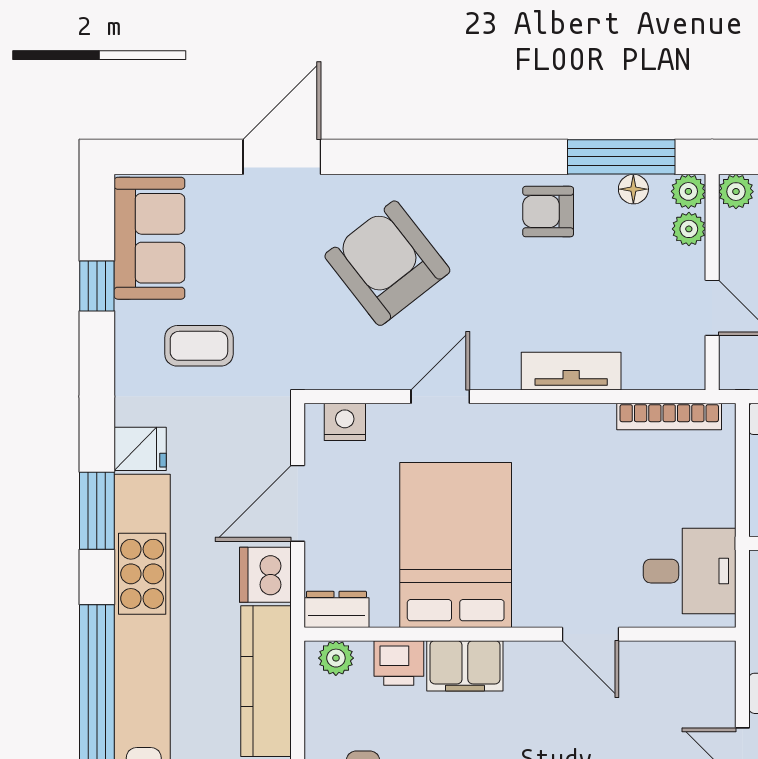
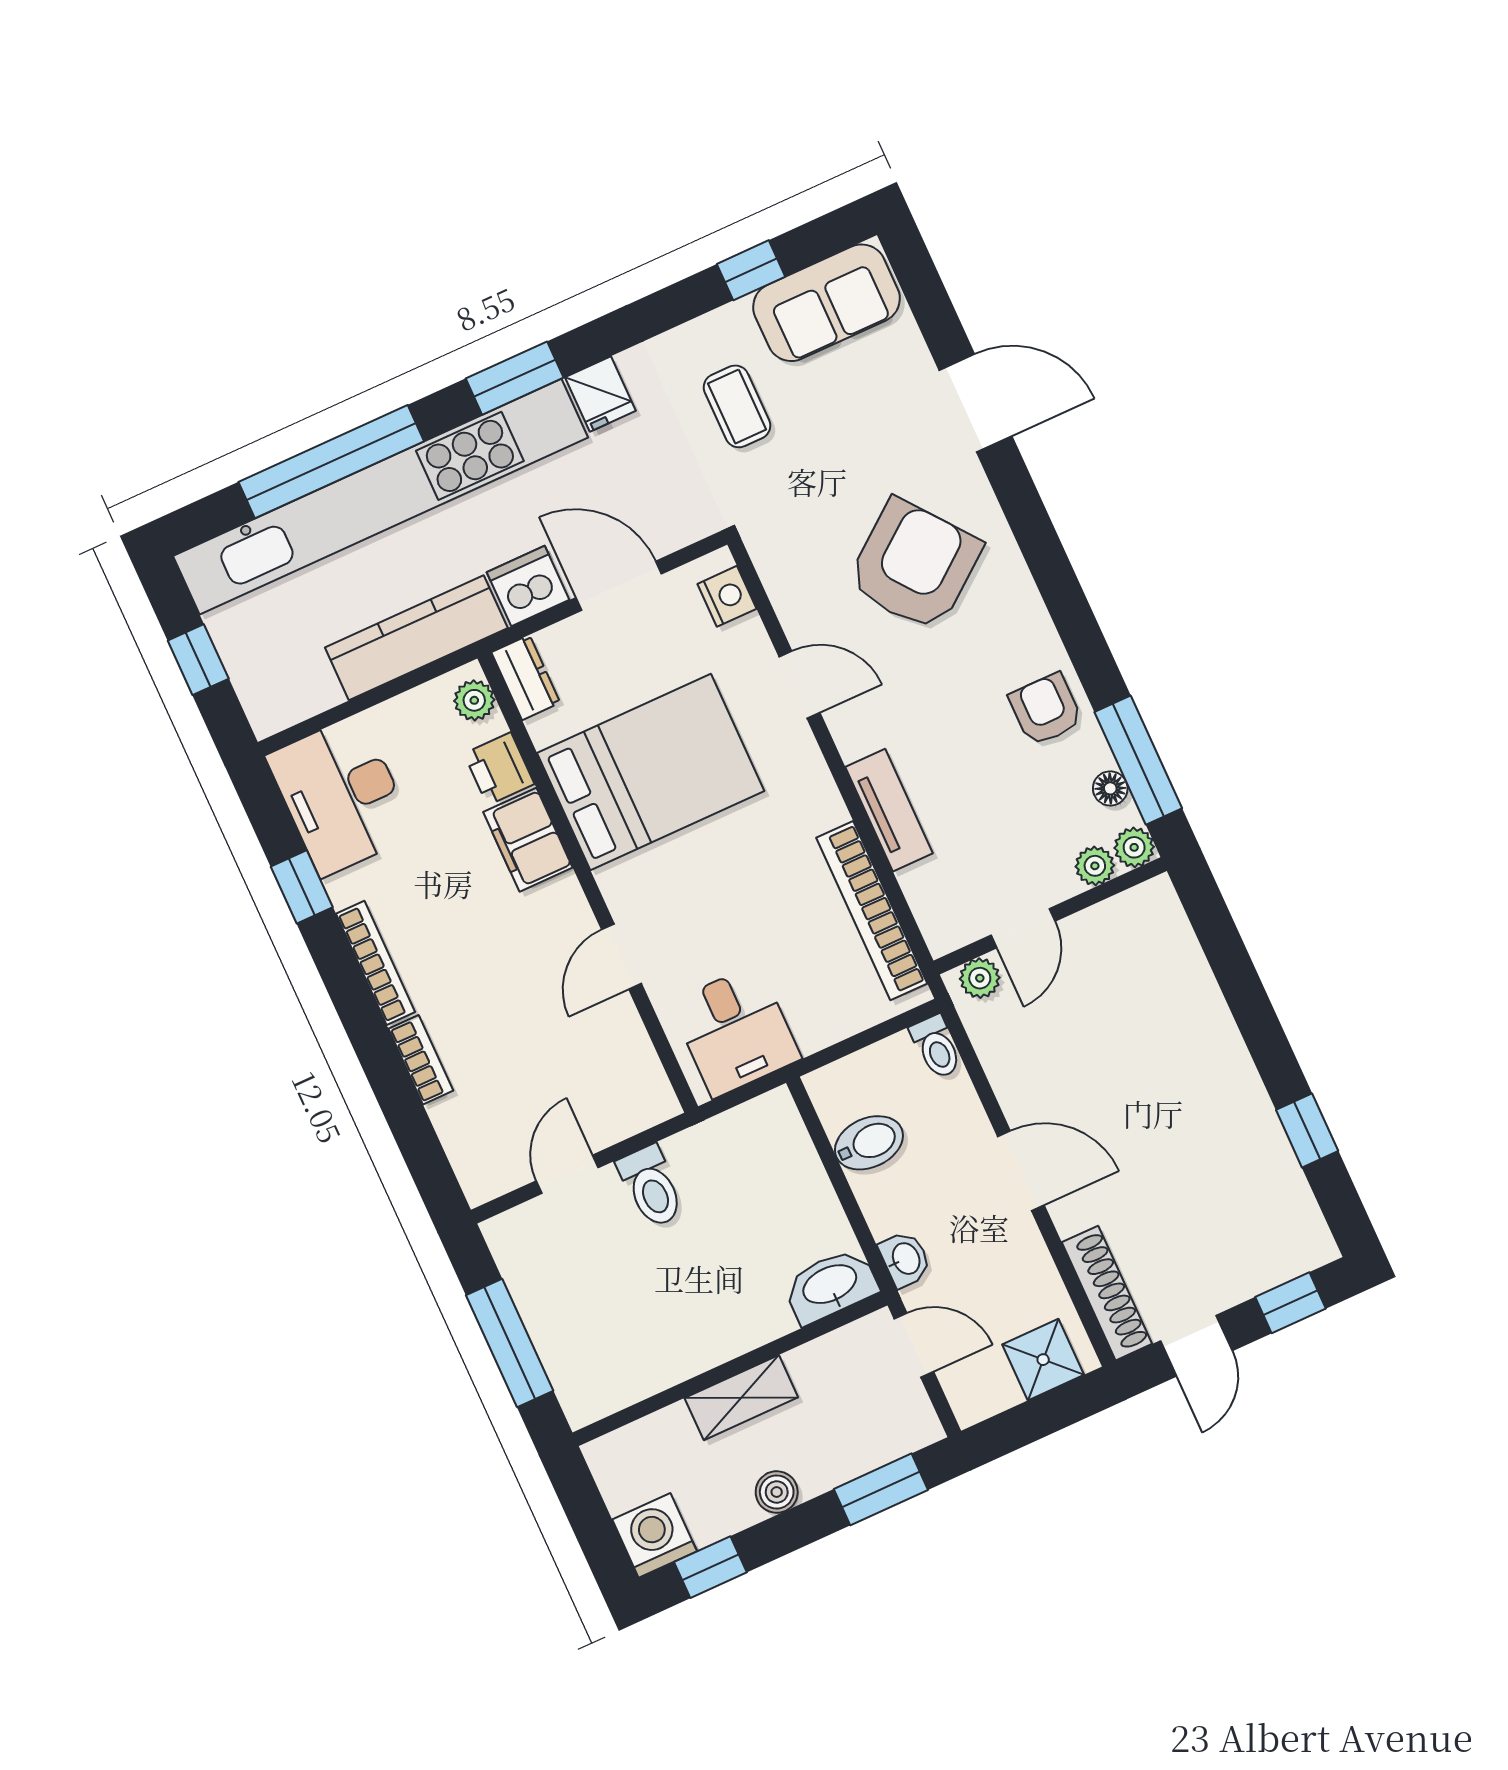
plant: (736, 192) -> (980, 978), moved
bookcase: (669, 416) -> (872, 911), width x1.48, depth x1.31

